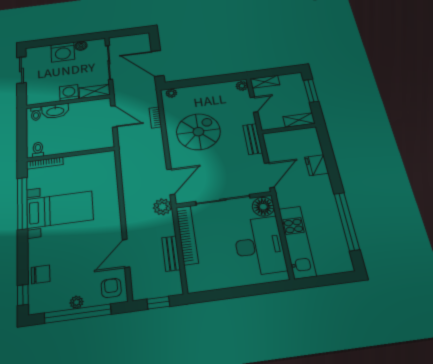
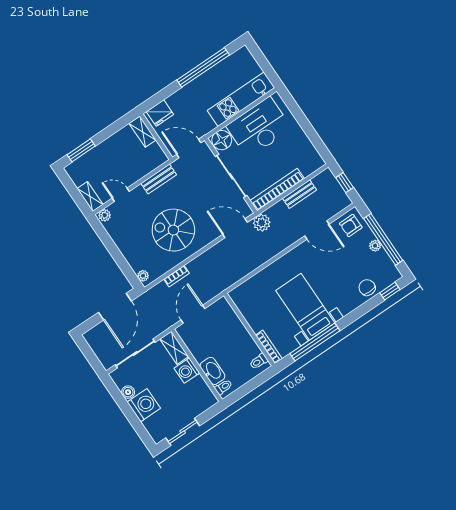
shelving: (299, 120) -> (143, 132), moved
wall: (289, 129) -> (156, 137), moved

